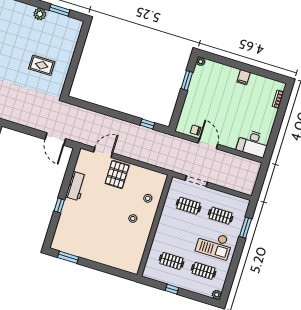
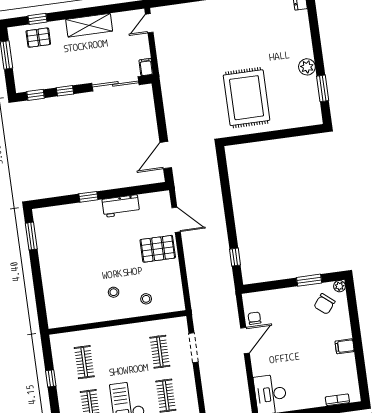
rug: (42, 65) -> (247, 98), width x1.86, depth x2.06
chair: (208, 78) -> (324, 304), added

